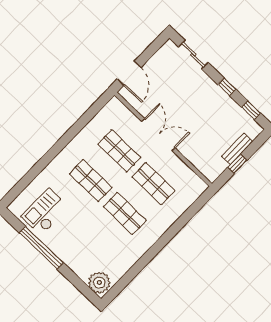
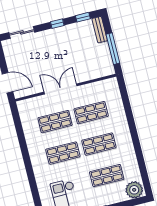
bench: (237, 149) -> (100, 30), moved
window: (237, 164) -> (113, 49), width x2.17
shop shelf: (96, 243) -> (107, 176), added

